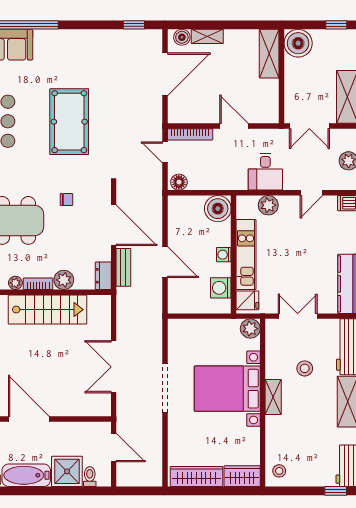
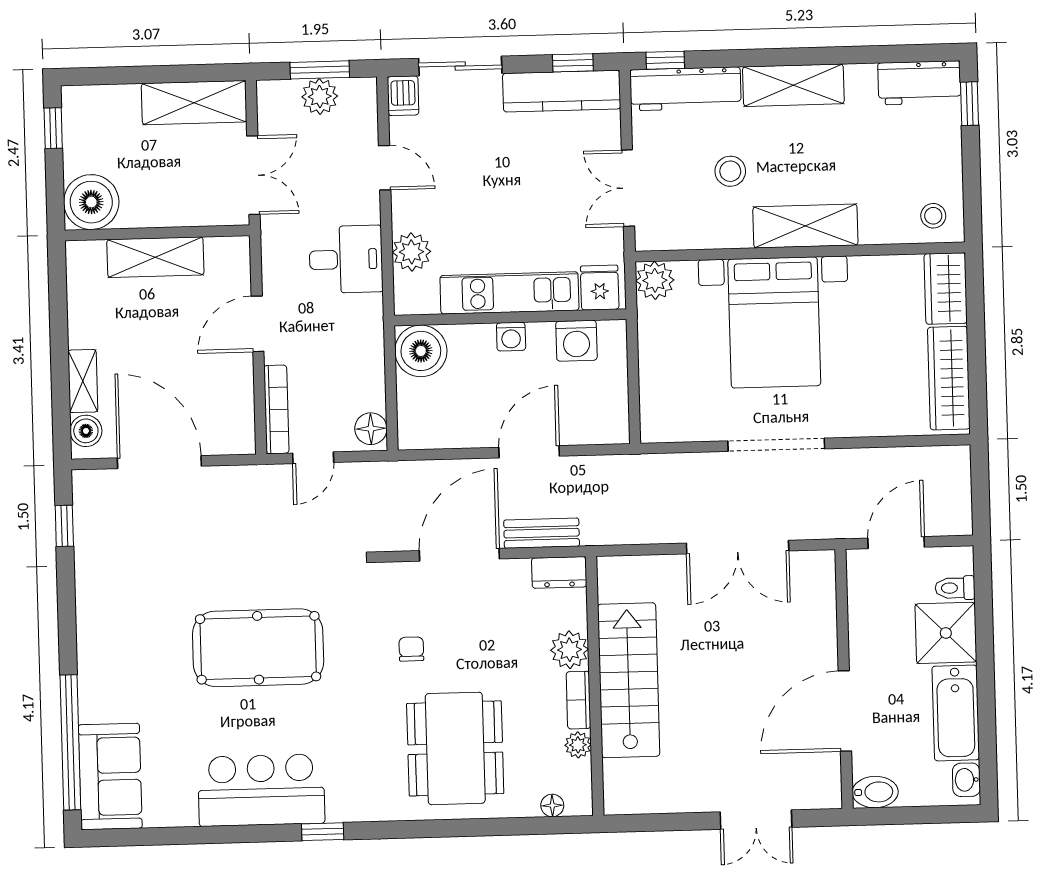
shelving: (269, 54) -> (155, 257), moved
shelving: (273, 397) -> (805, 226), width x1.50, depth x1.33

